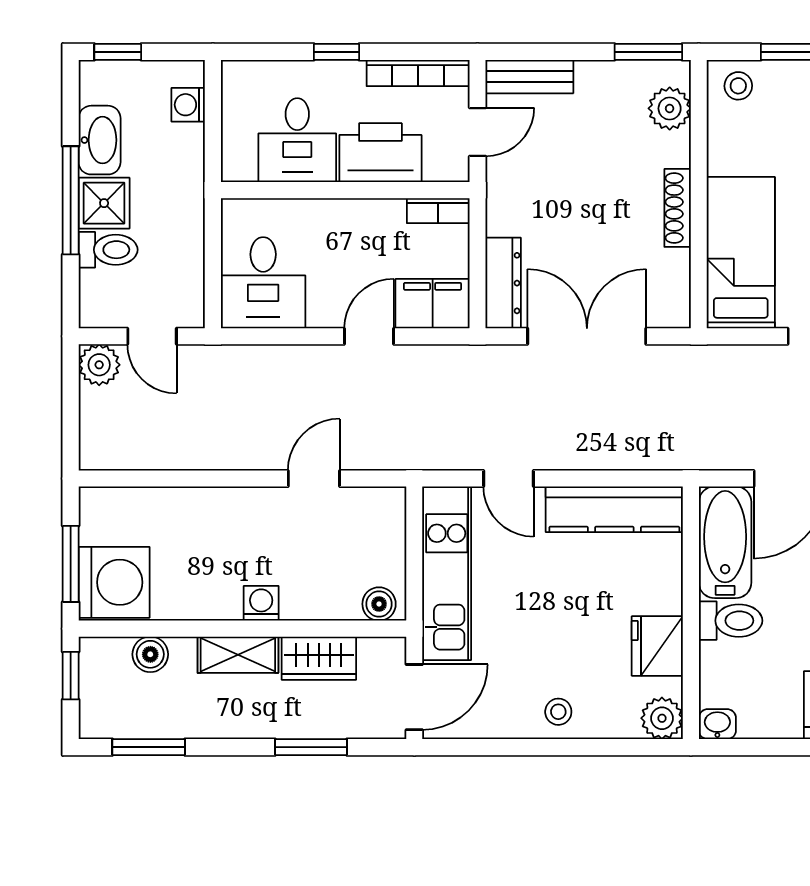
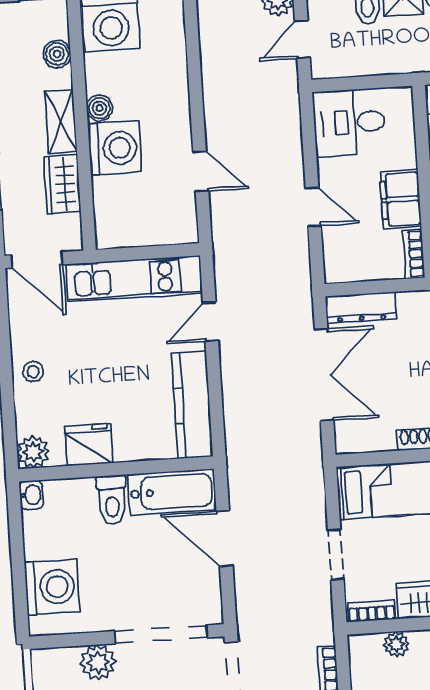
filing cabinet: (433, 304) -> (401, 199), moved, turned 180
washing machine: (261, 603) -> (115, 148), width x1.89, depth x1.89
boiler: (379, 604) -> (99, 108), moved

